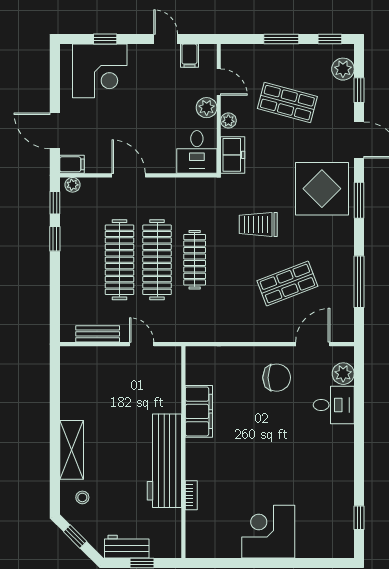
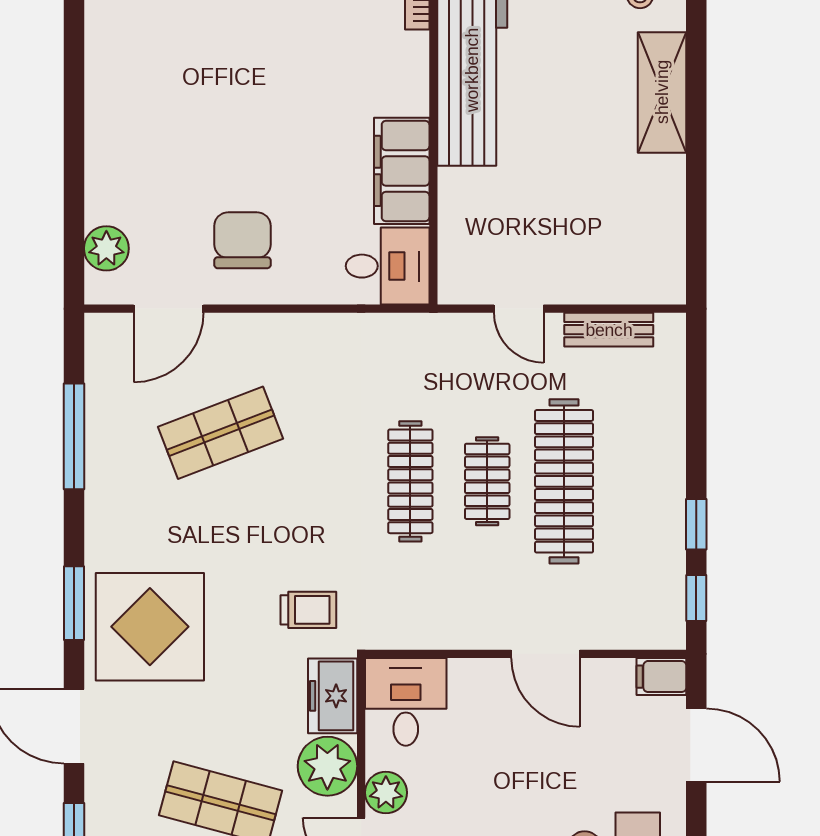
plant: (228, 121) -> (327, 766), width x1.87, depth x1.87
plant: (73, 185) -> (660, 635), removed
trolley: (258, 224) -> (308, 610), moved, width x0.73, depth x0.72
clothes rail: (157, 260) -> (487, 481), width x0.54, depth x0.76
chair: (277, 378) -> (242, 240), turned 90
desk: (334, 405) -> (388, 266), moved, turned 180

